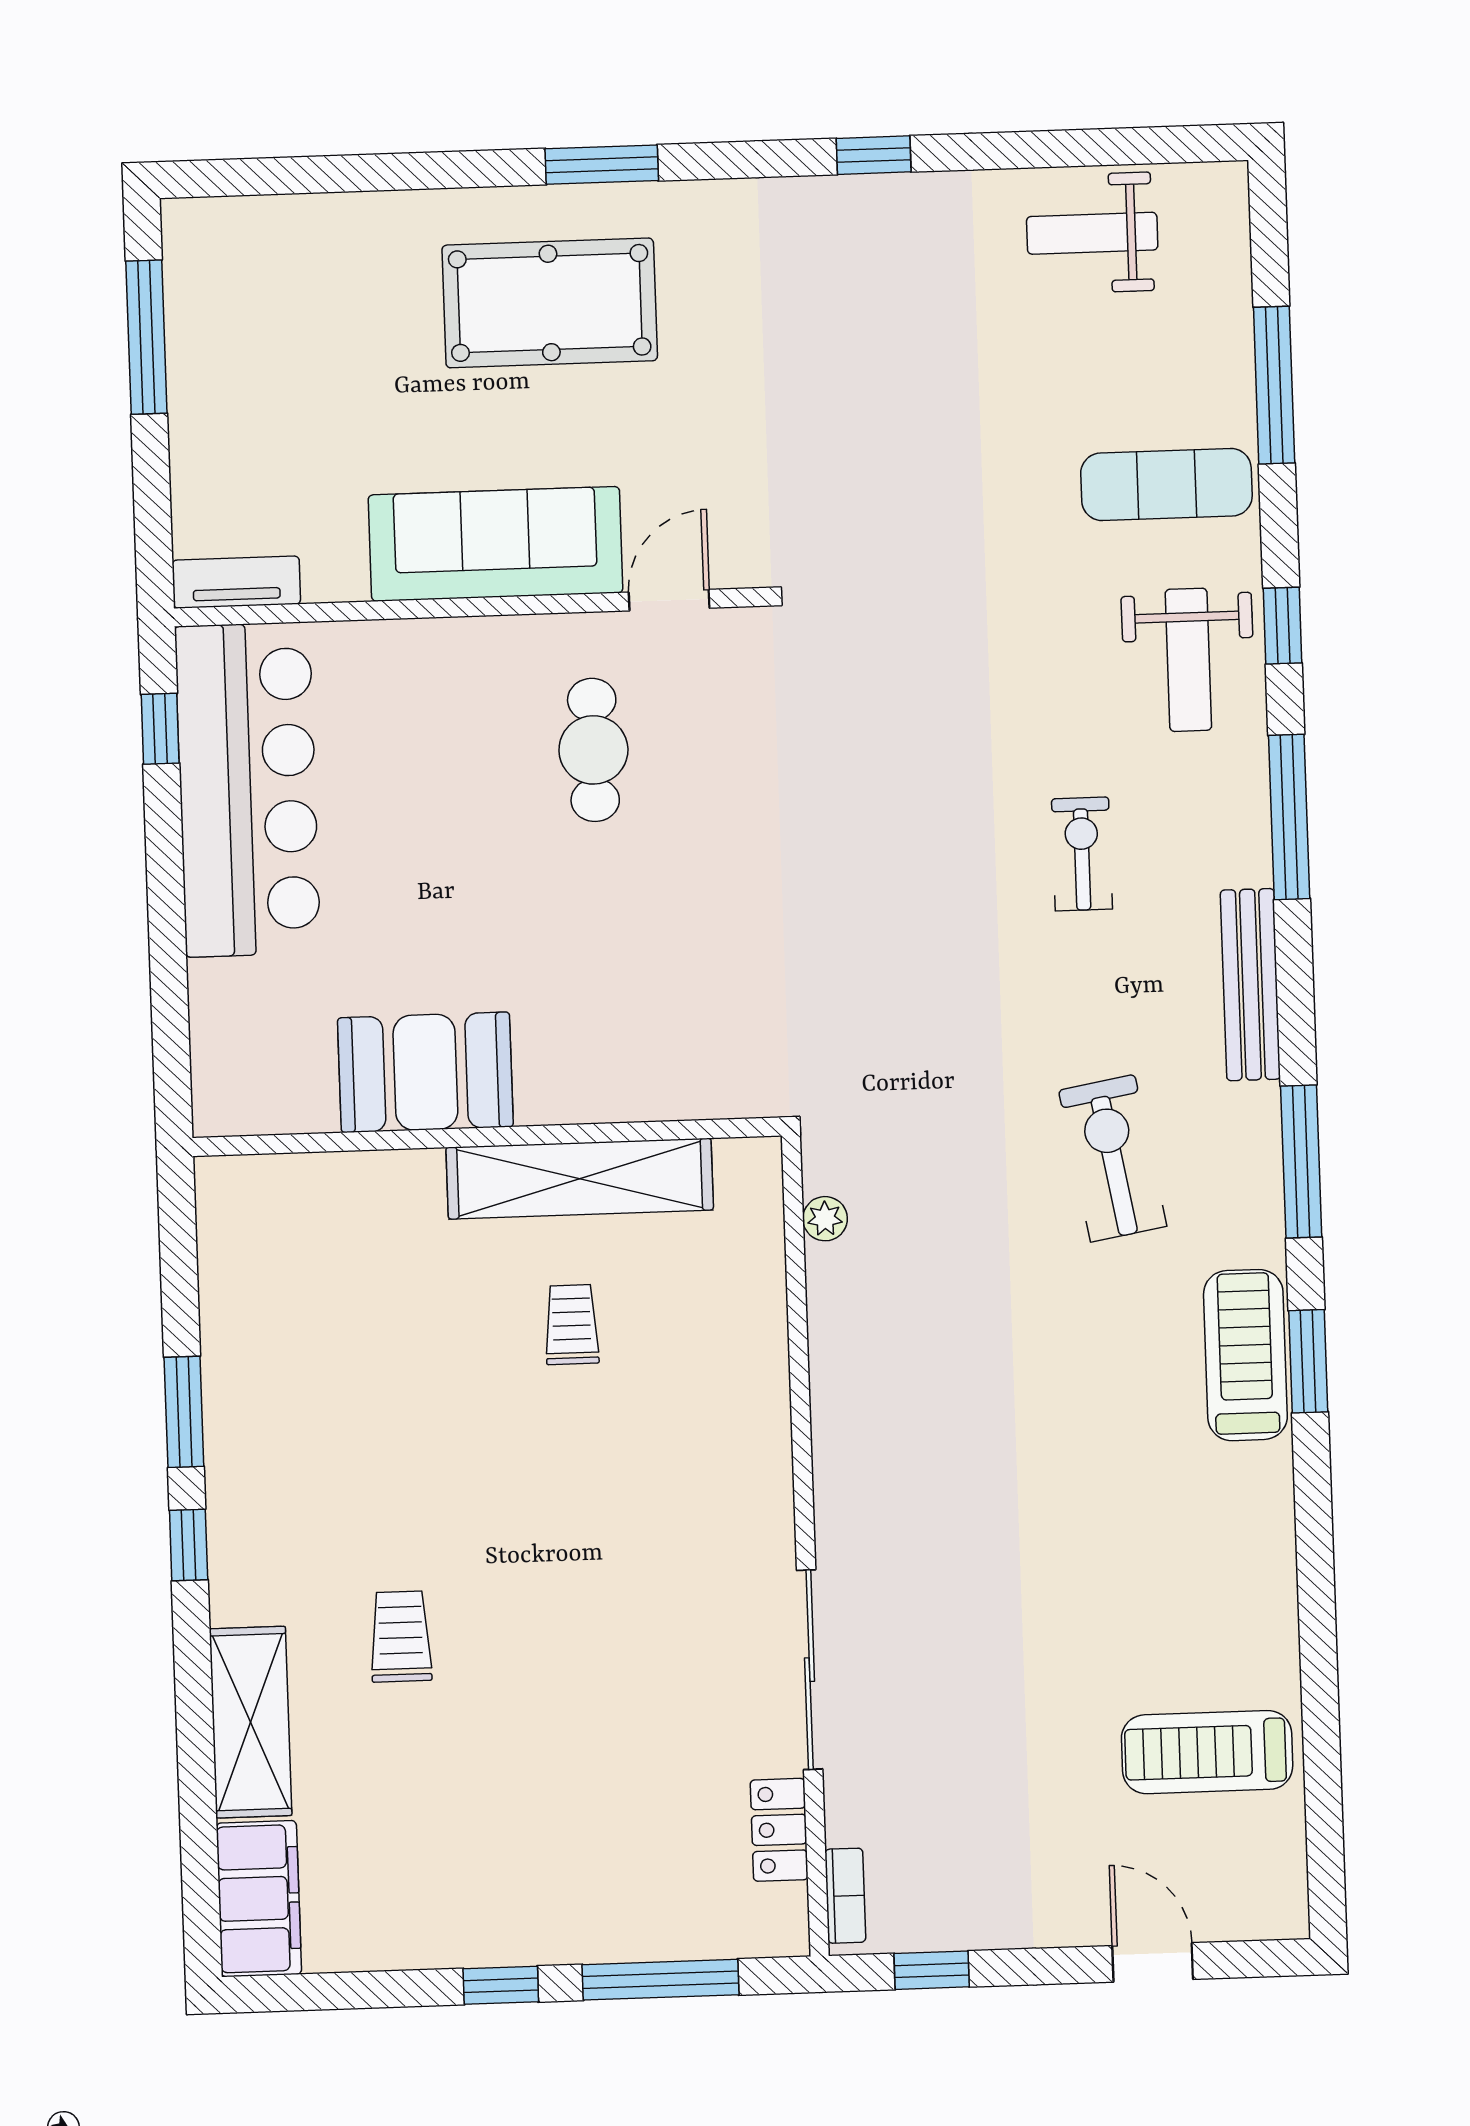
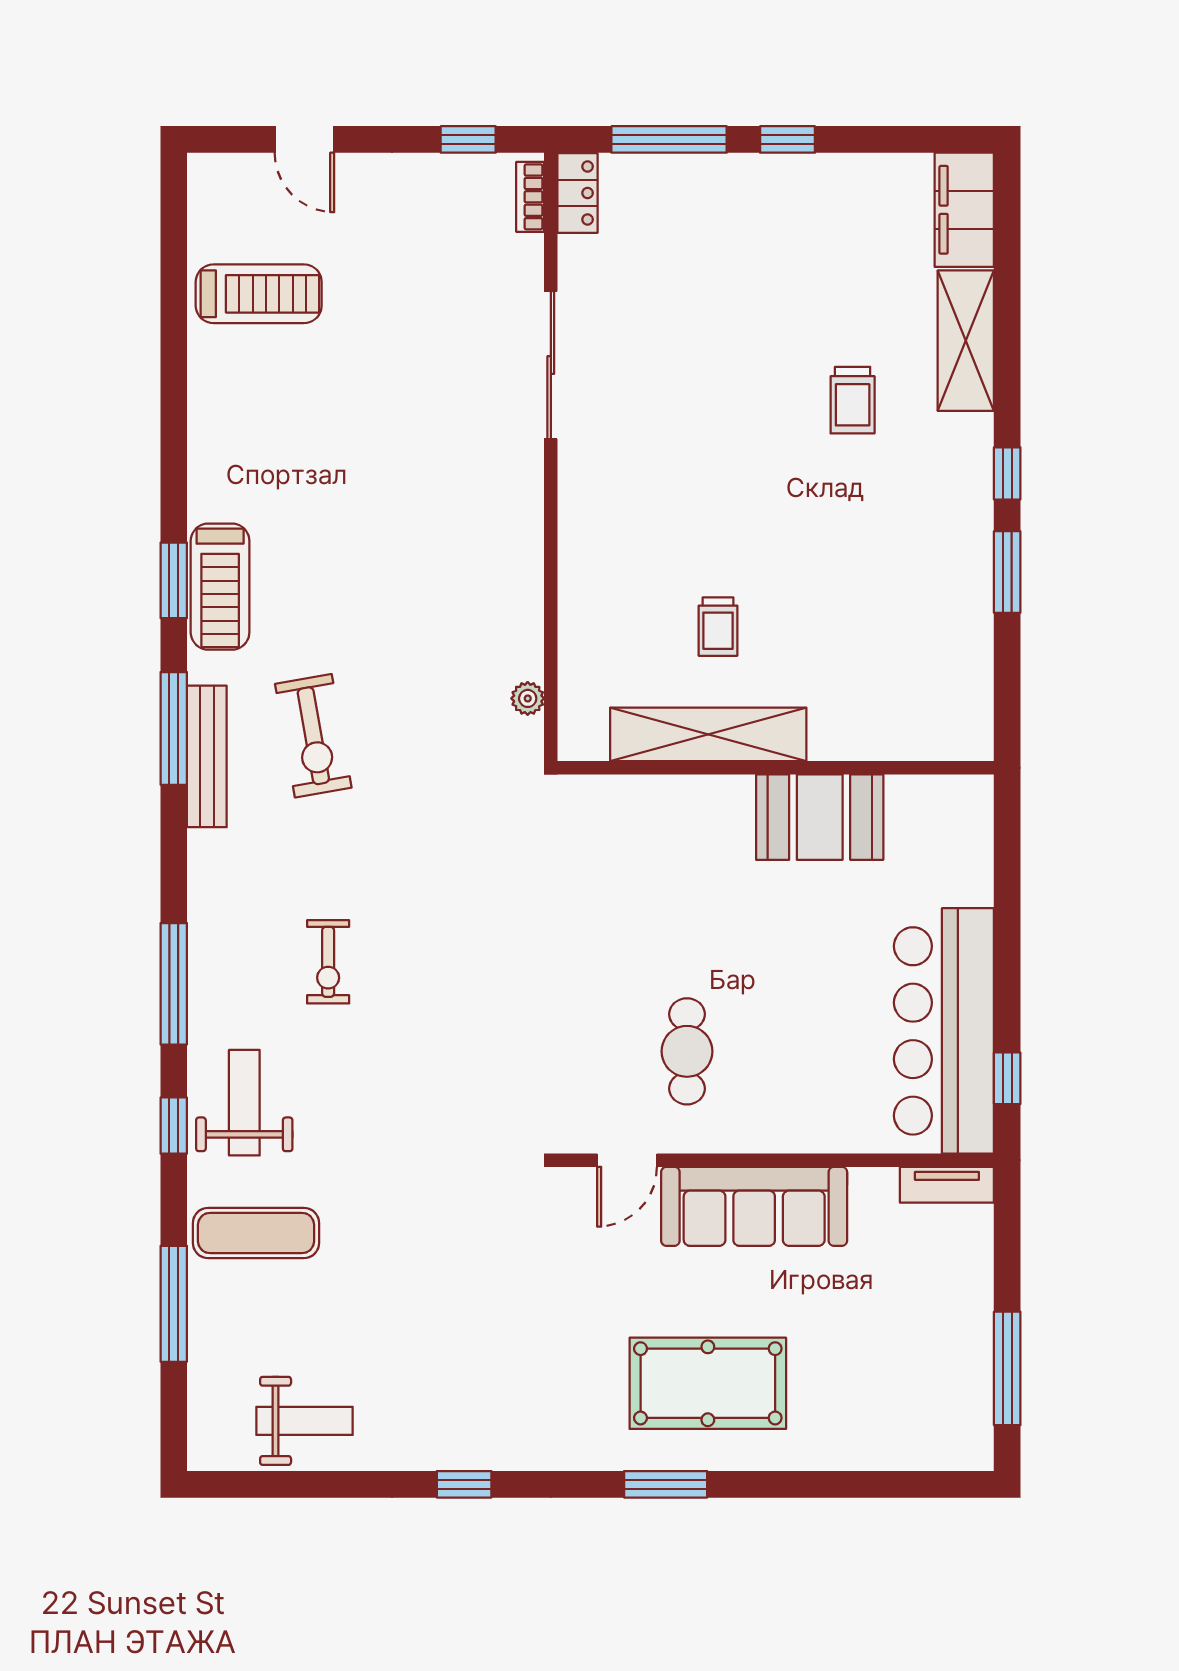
bench: (1250, 985) -> (207, 756), moved
locker: (779, 1830) -> (577, 193), moved

